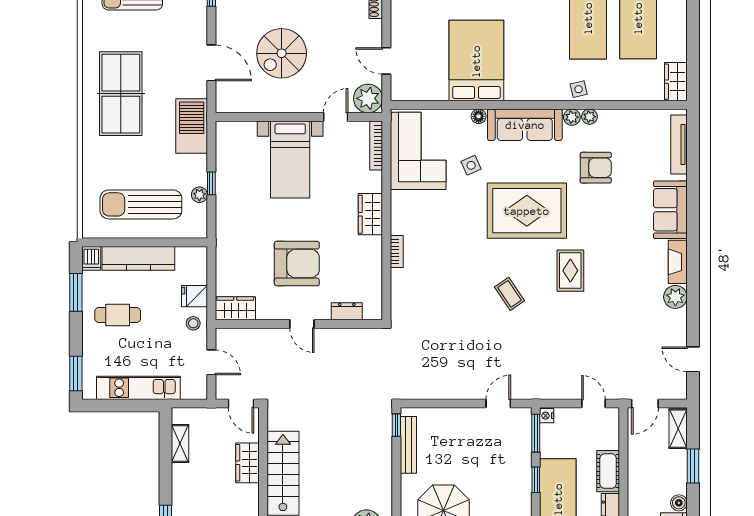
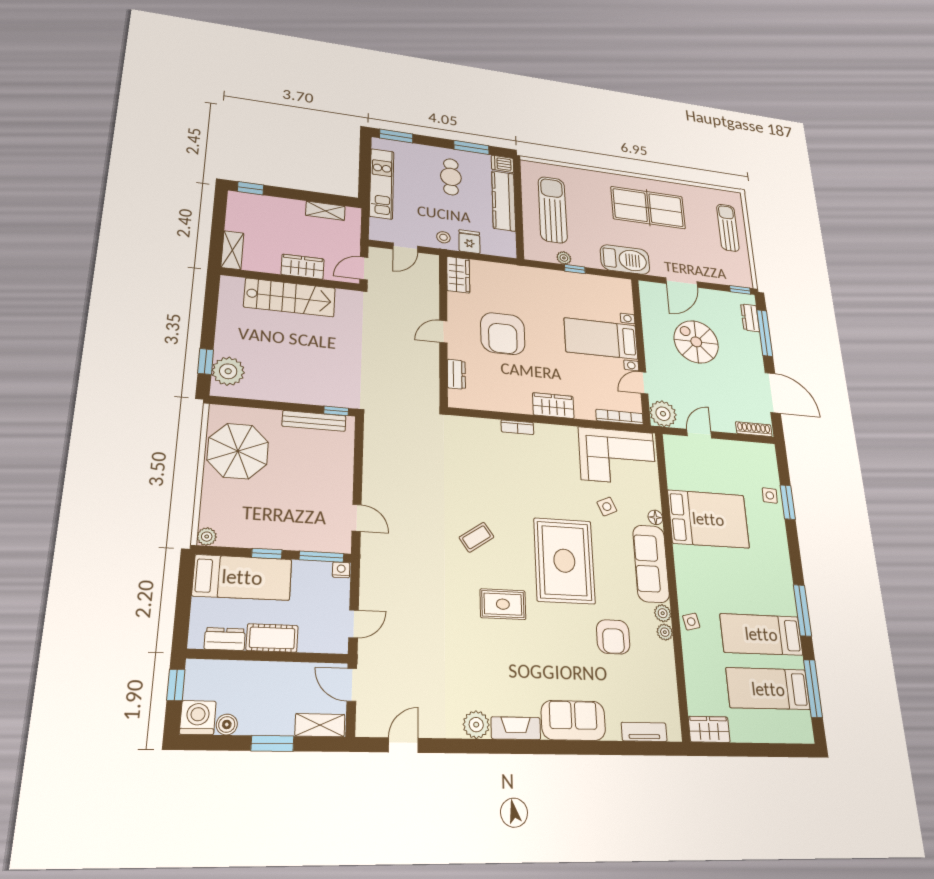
door: (336, 117) -> (643, 383), swing flipped
tv unit: (679, 144) -> (644, 732), width x0.71

